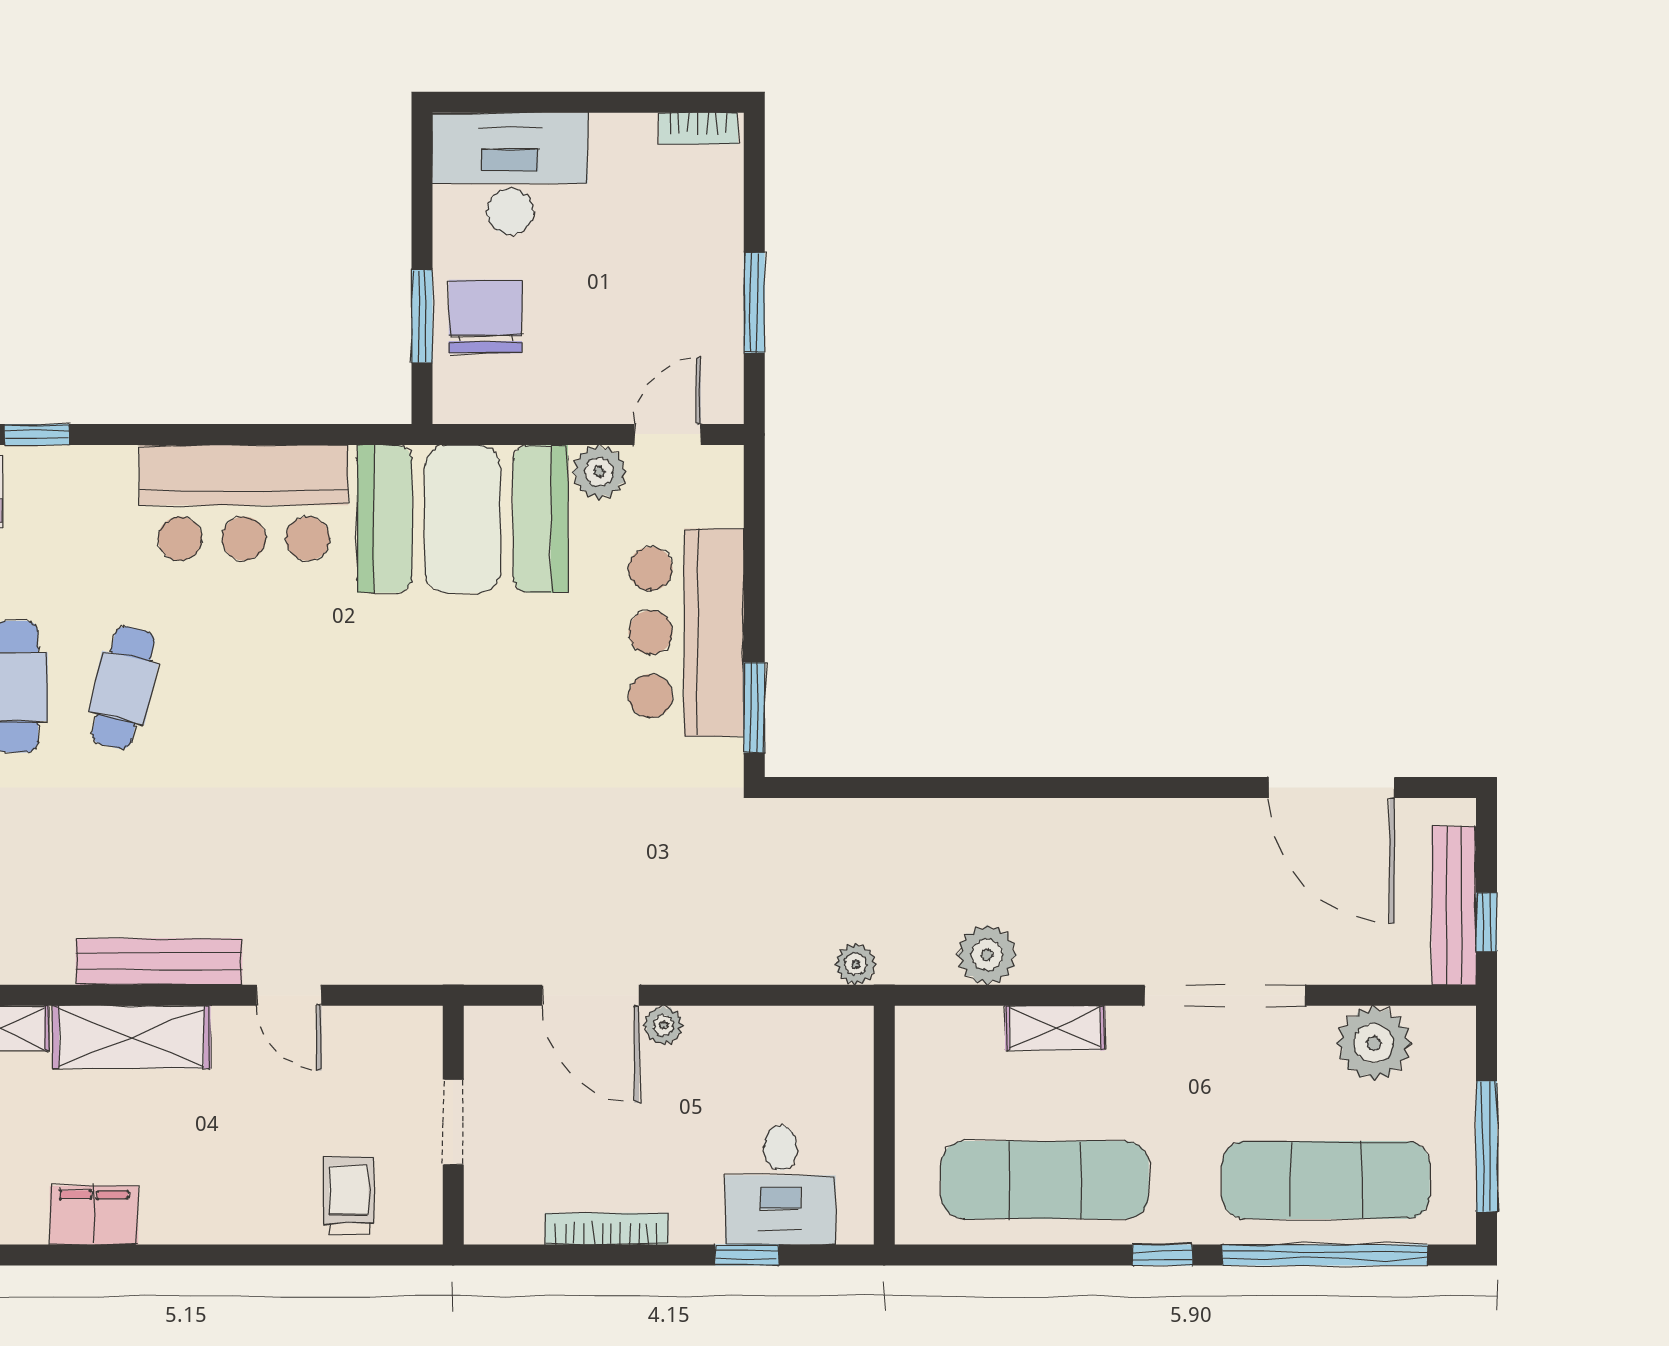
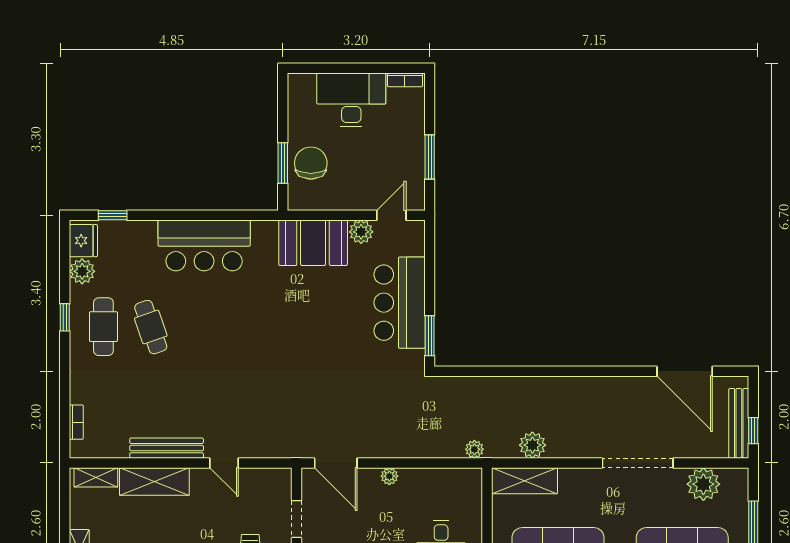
desk: (510, 174) -> (351, 100), moved
booth: (463, 519) -> (313, 243), width x0.73, depth x0.70
cafe table: (123, 688) -> (151, 327), turned -32
door: (591, 995) -> (336, 463), moved
shelving: (1055, 1028) -> (524, 481), moved, width x1.50, depth x1.33

